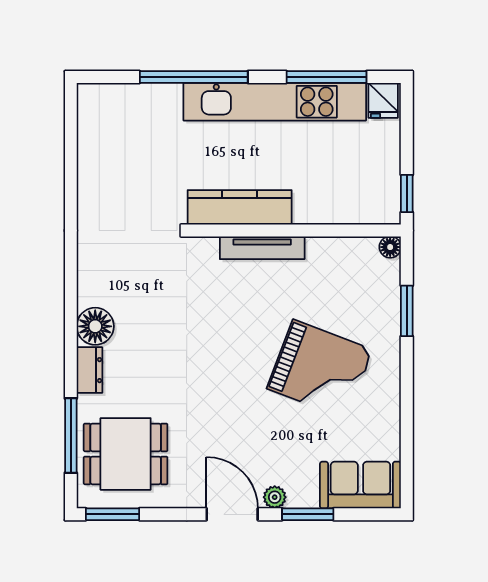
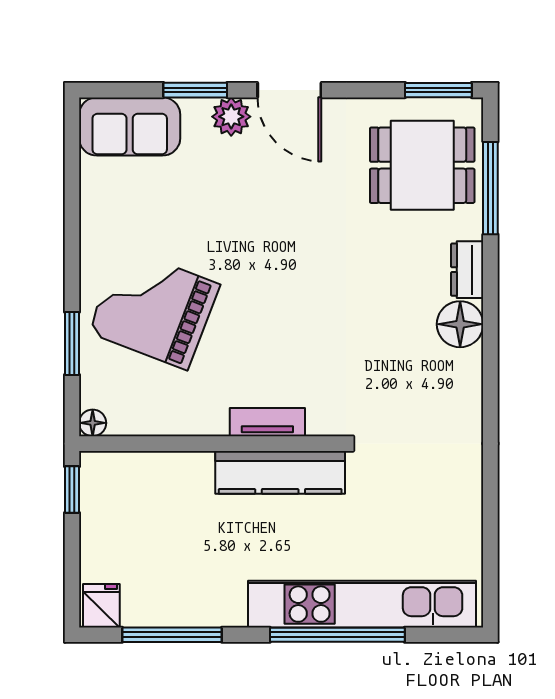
kitchen unit: (275, 102) -> (362, 604), moved
tv unit: (262, 248) -> (267, 422), width x0.71
grand piano: (320, 369) -> (154, 308), moved
plant: (275, 497) -> (231, 117), width x1.38, depth x1.38

